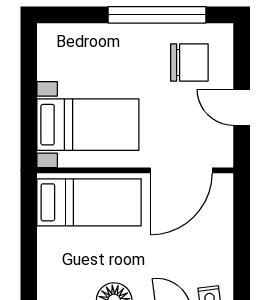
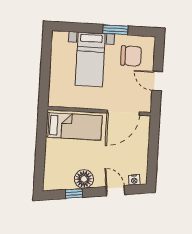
window: (157, 15) -> (115, 30), width x0.47
bed with nightstands: (88, 125) -> (90, 60), moved, turned 90

